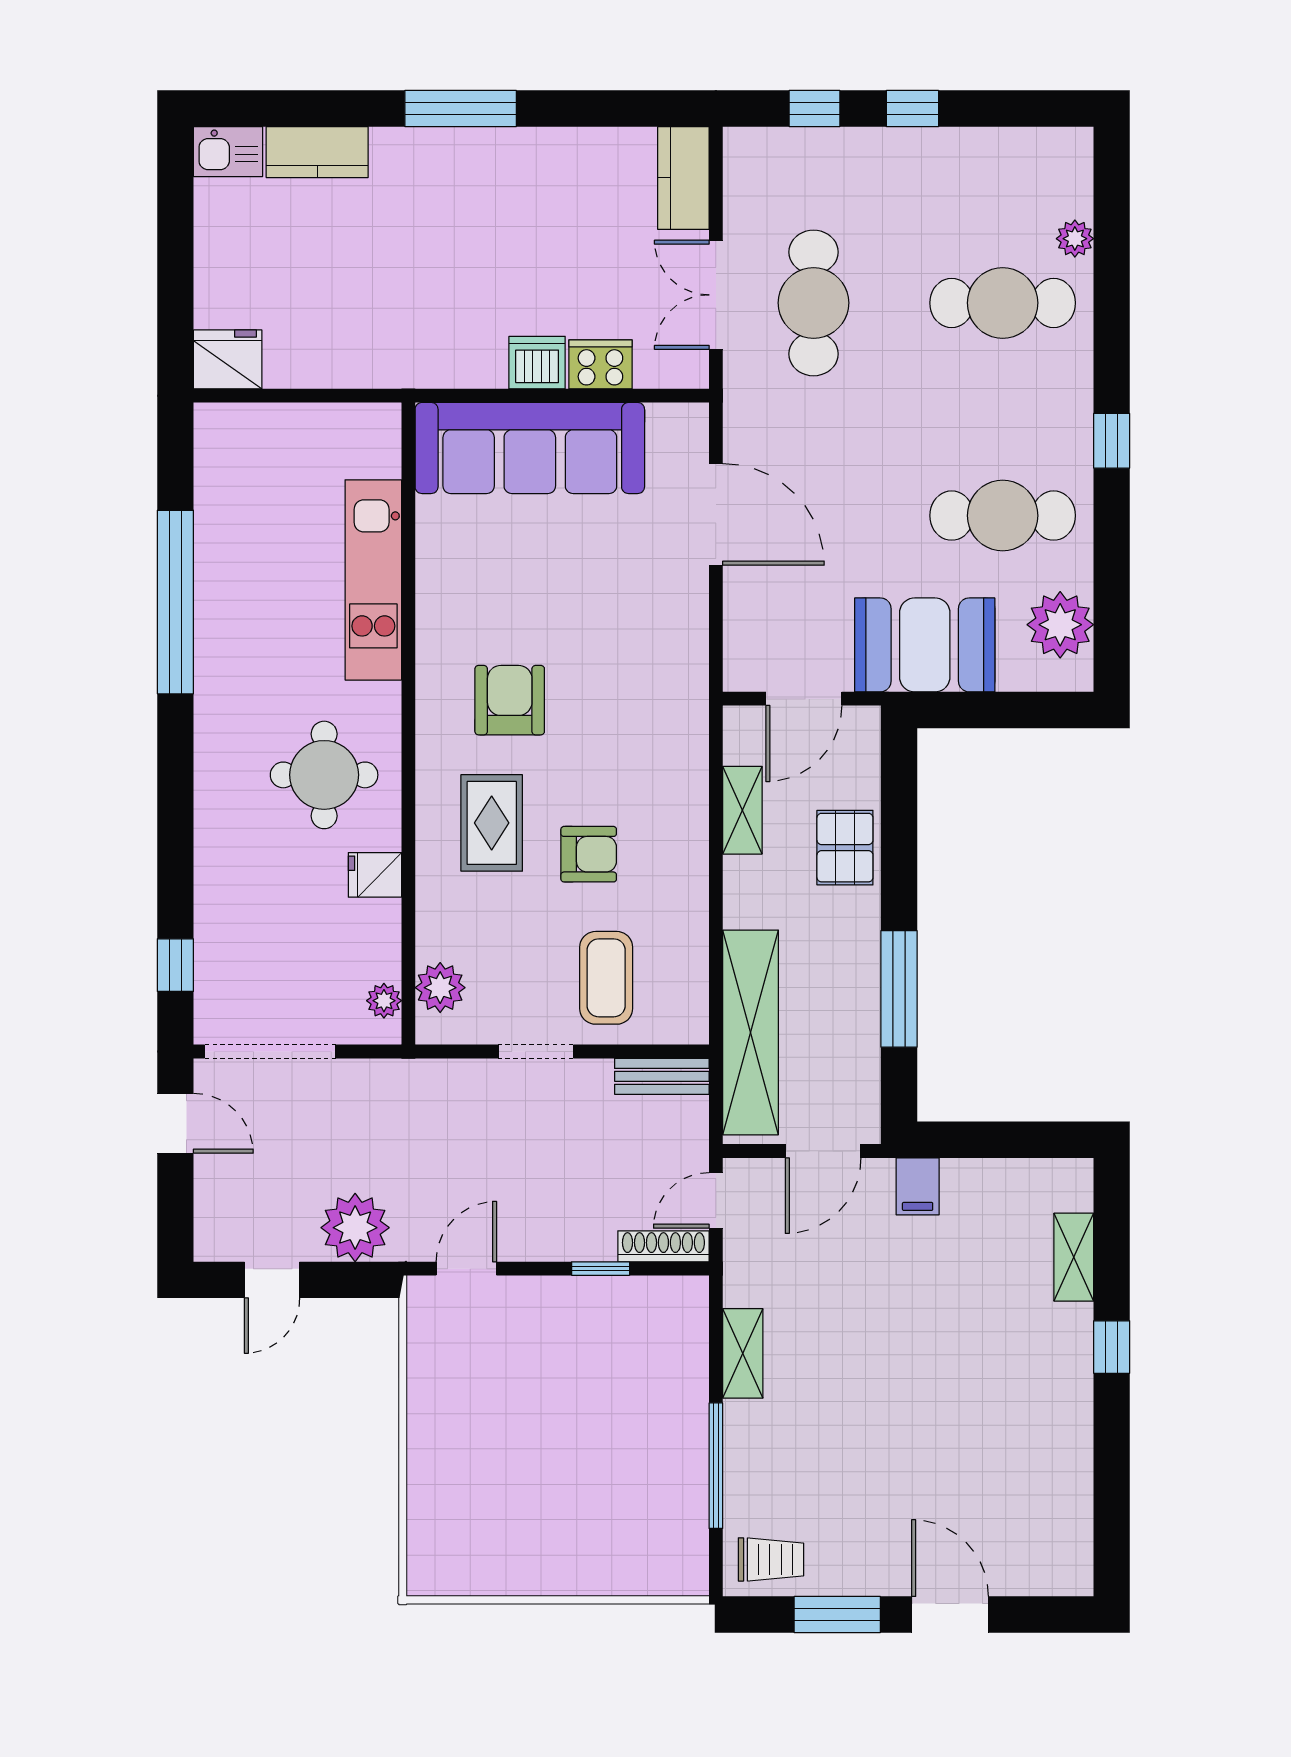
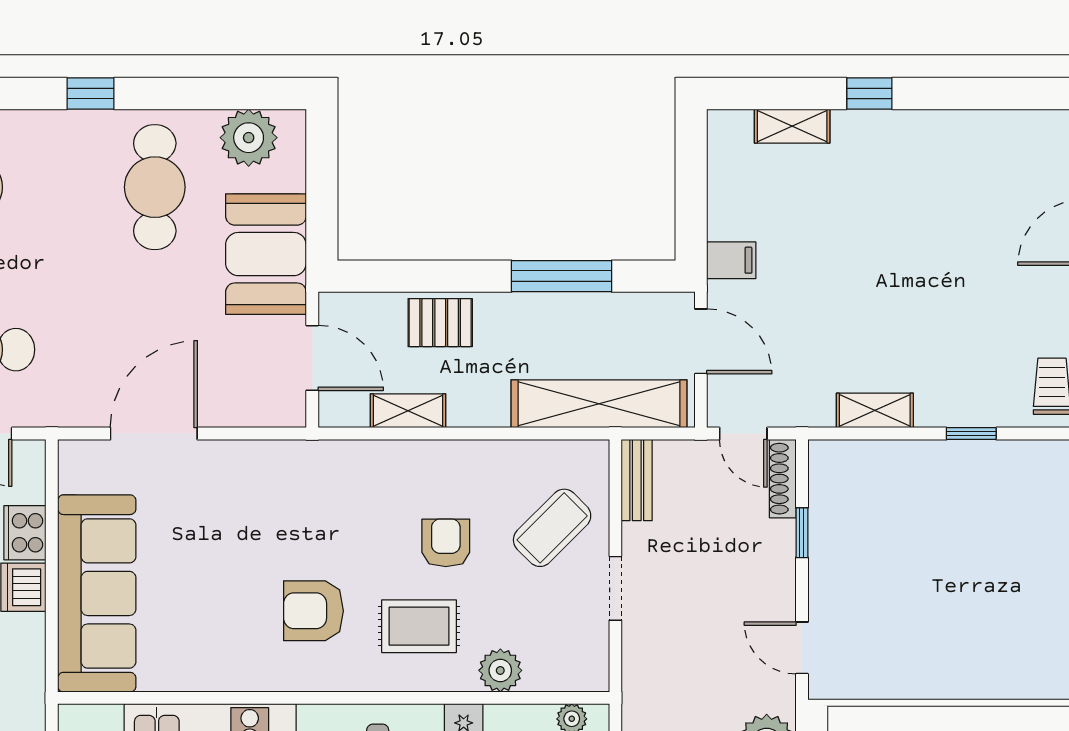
coffee table: (606, 978) -> (552, 528), turned -45
plant: (440, 988) -> (500, 670), moved
window: (716, 1466) -> (971, 434), width x0.46

